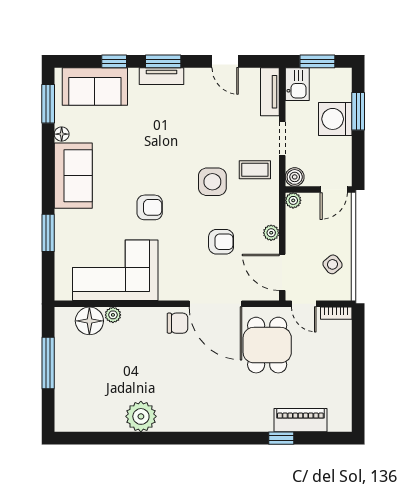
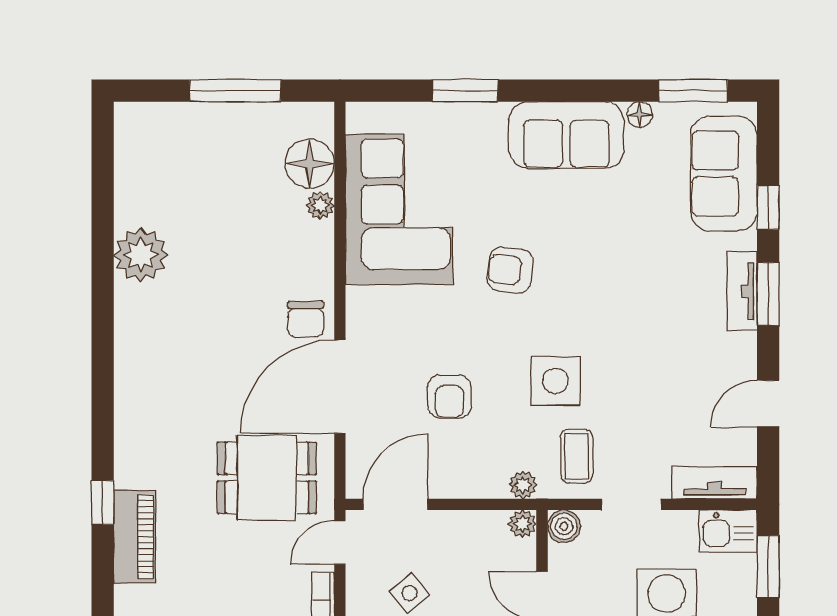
armchair: (150, 207) -> (510, 270), turned 97
plant: (271, 233) -> (523, 485), moved

